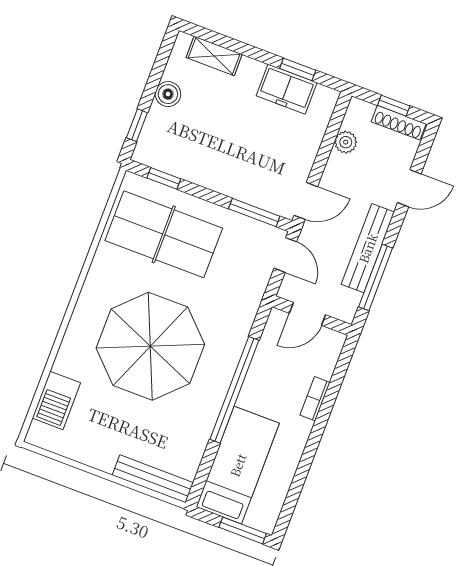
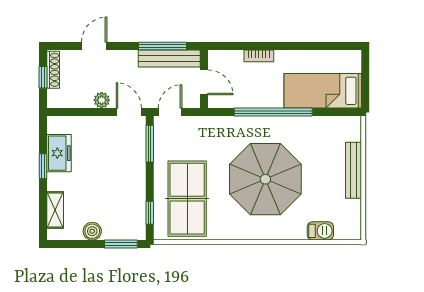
window: (298, 69) -> (43, 166), moved
window: (137, 125) -> (121, 244), width x1.50
plant: (346, 142) -> (102, 100), moved
door: (409, 188) -> (94, 46), hinge flipped
bench: (368, 248) -> (169, 59), moved
barbecue: (56, 400) -> (320, 231), width x0.73, depth x0.79
bench: (153, 479) -> (353, 170), moved
window: (243, 530) -> (365, 71), removed

